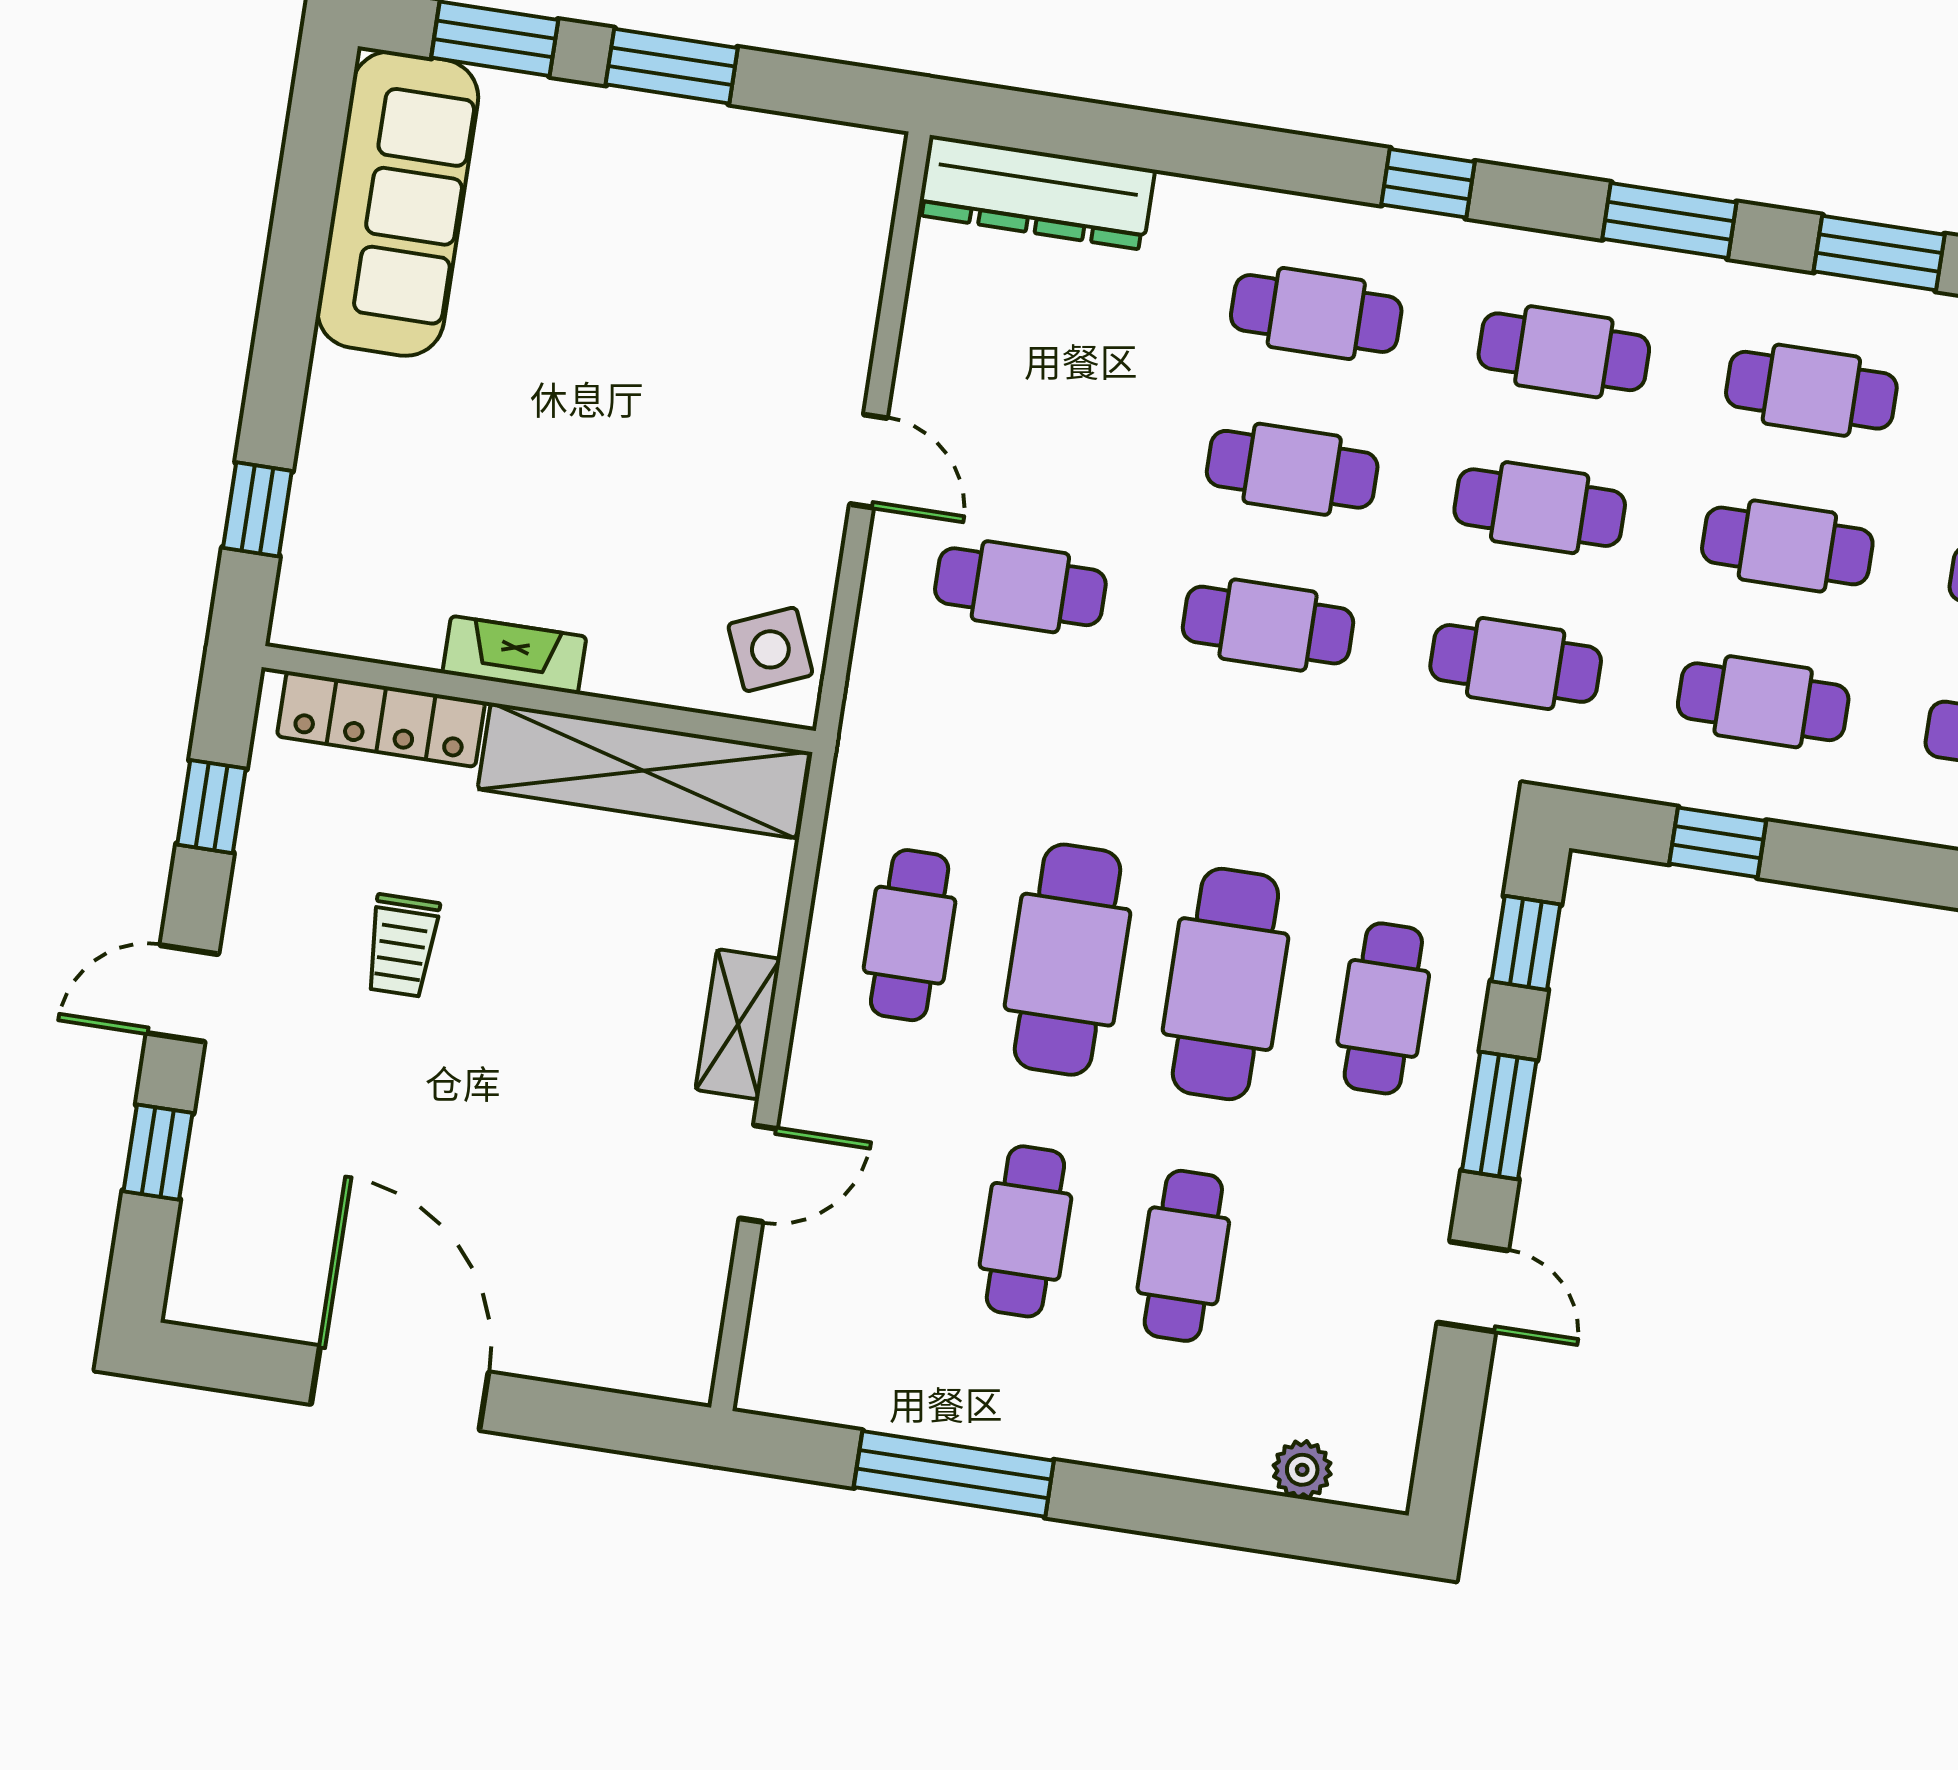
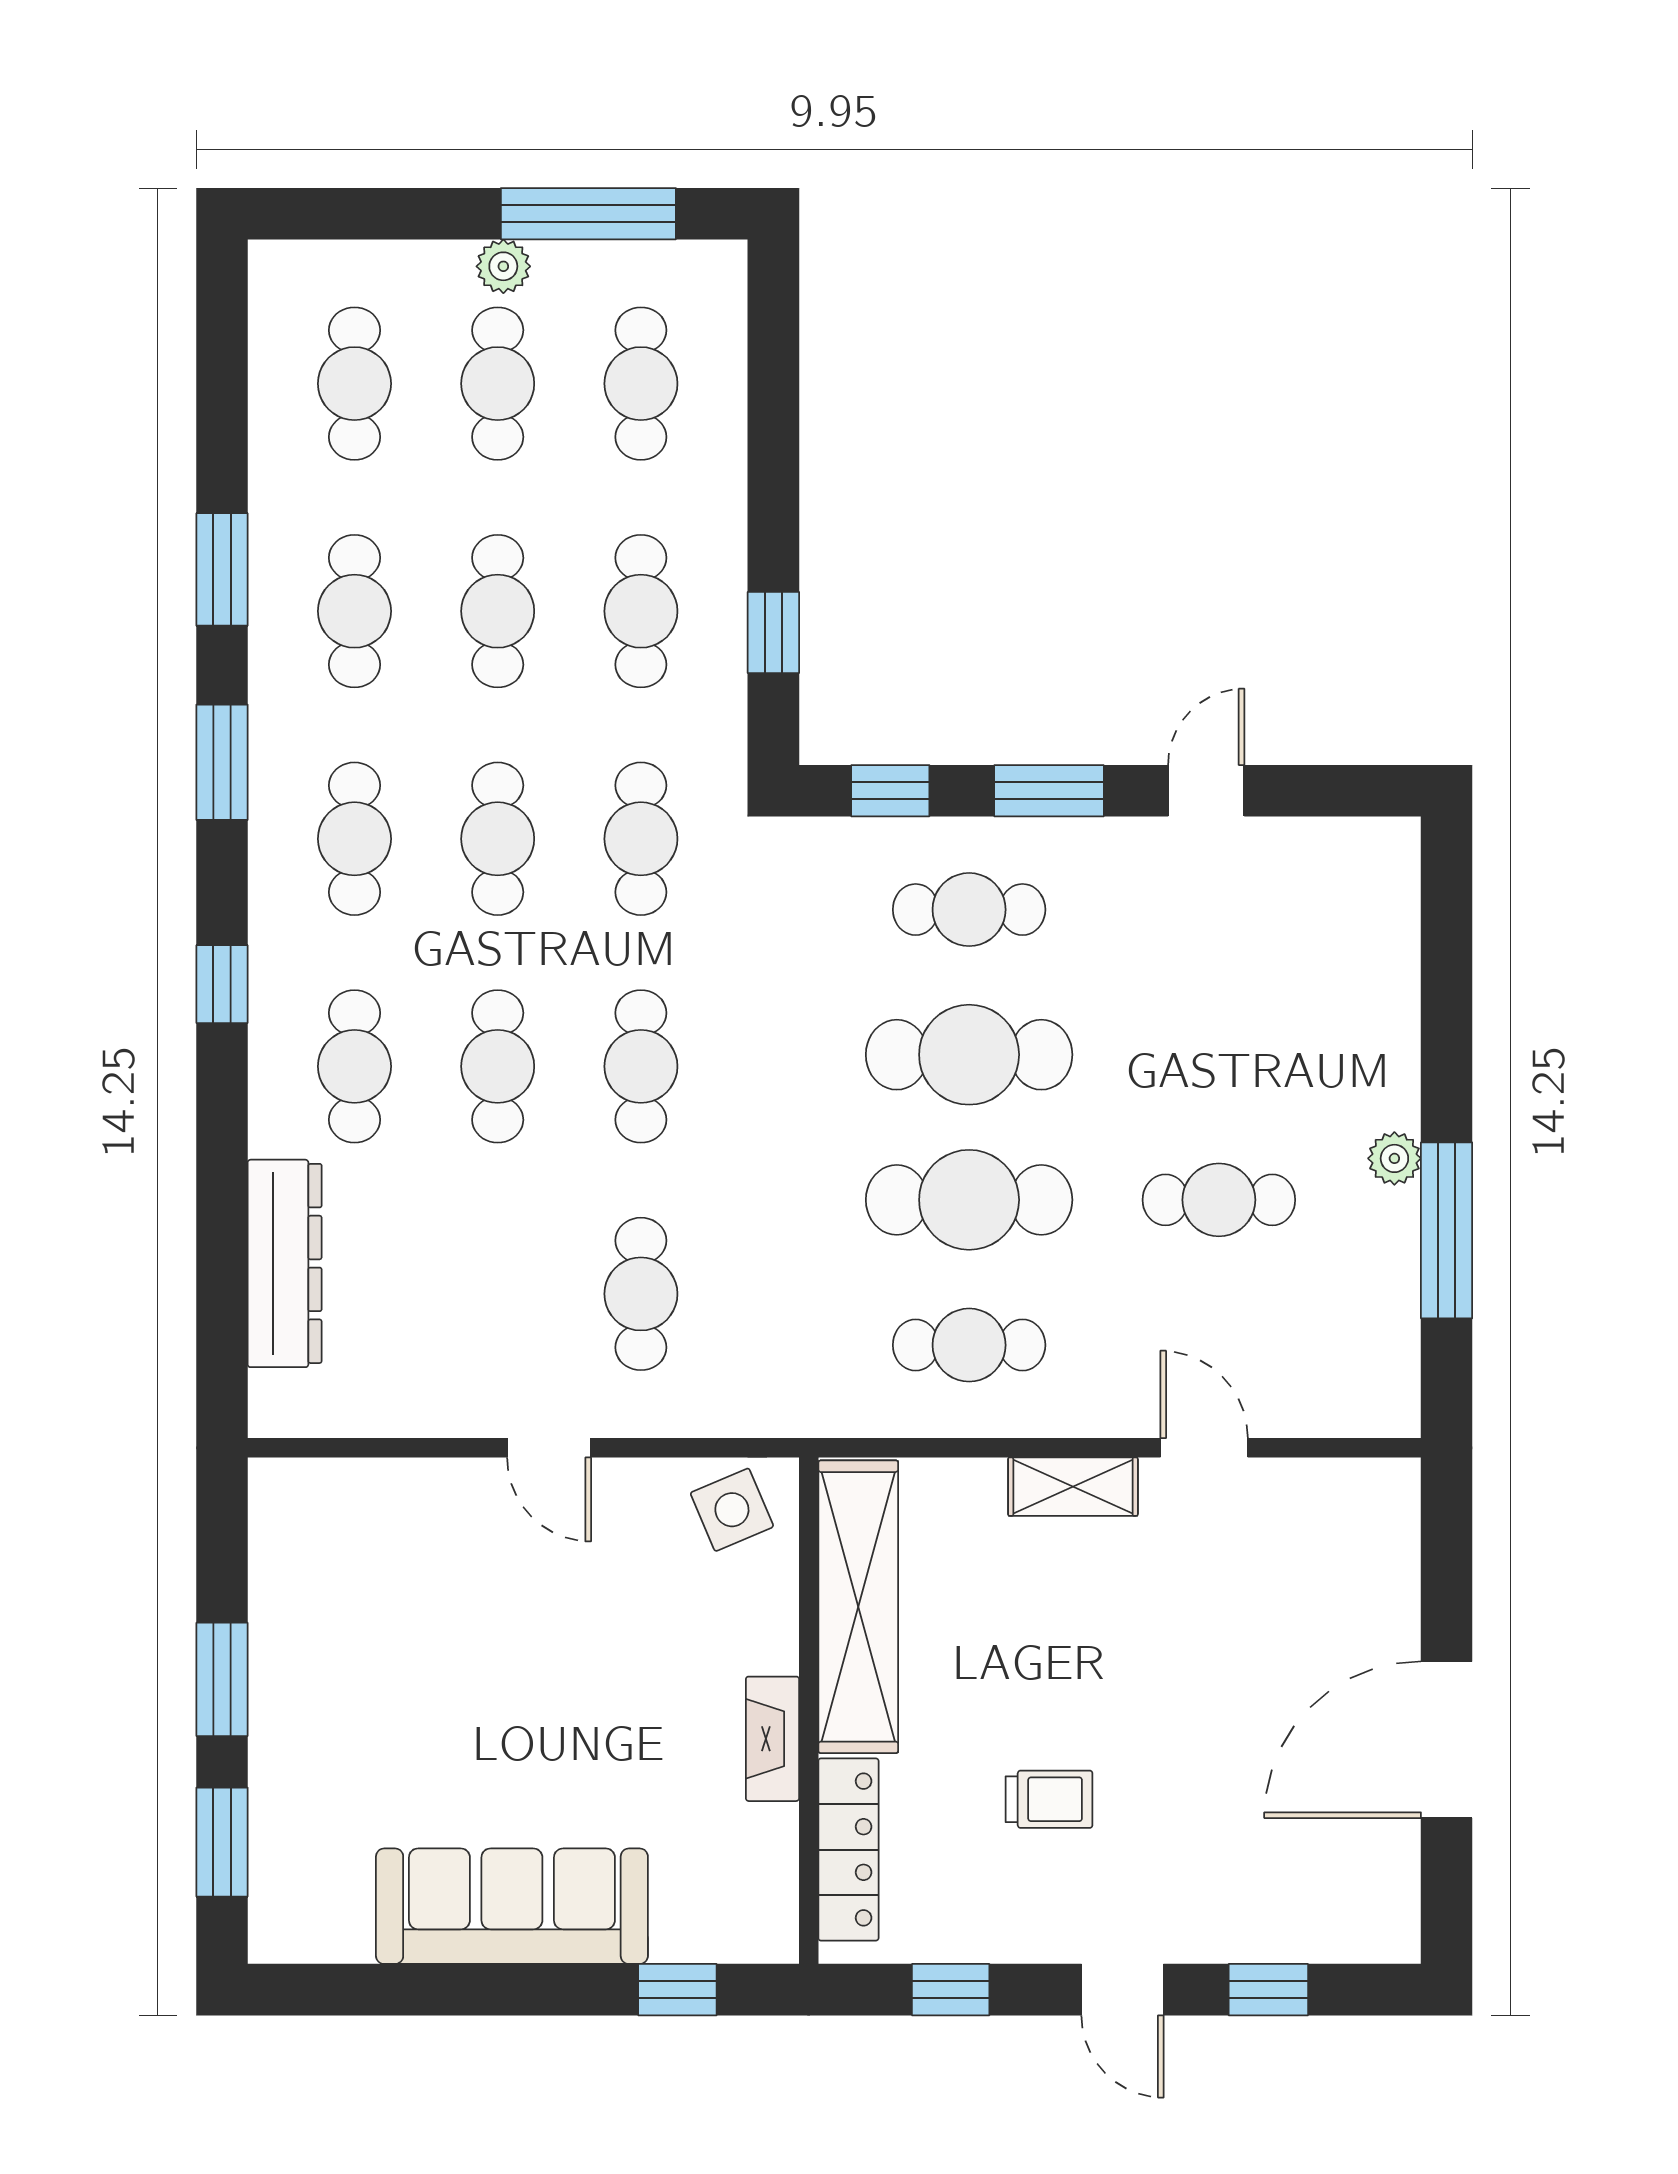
dresser: (1036, 192) -> (285, 1263), moved
sofa: (398, 204) -> (512, 1906), moved
door: (868, 461) -> (549, 1448), swing flipped
cafe table: (1183, 1256) -> (1219, 1055), removed
plant: (1302, 1470) -> (1394, 1158), moved

